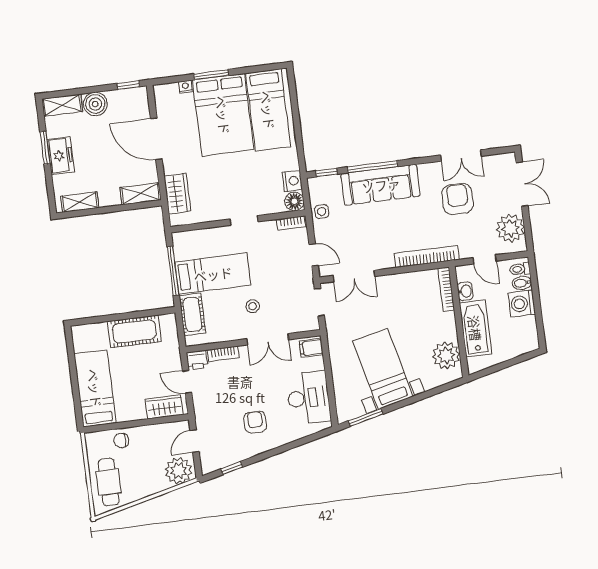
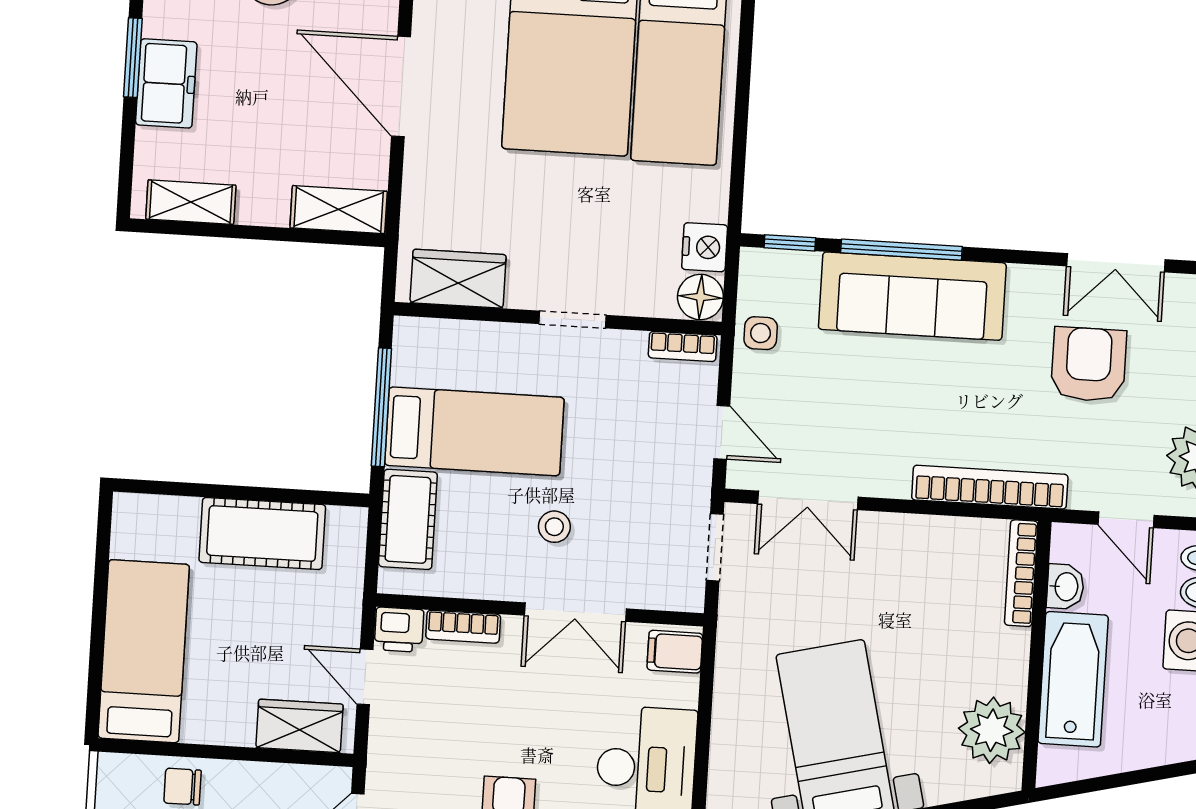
wardrobe: (177, 194) -> (458, 279), moved, turned -90

